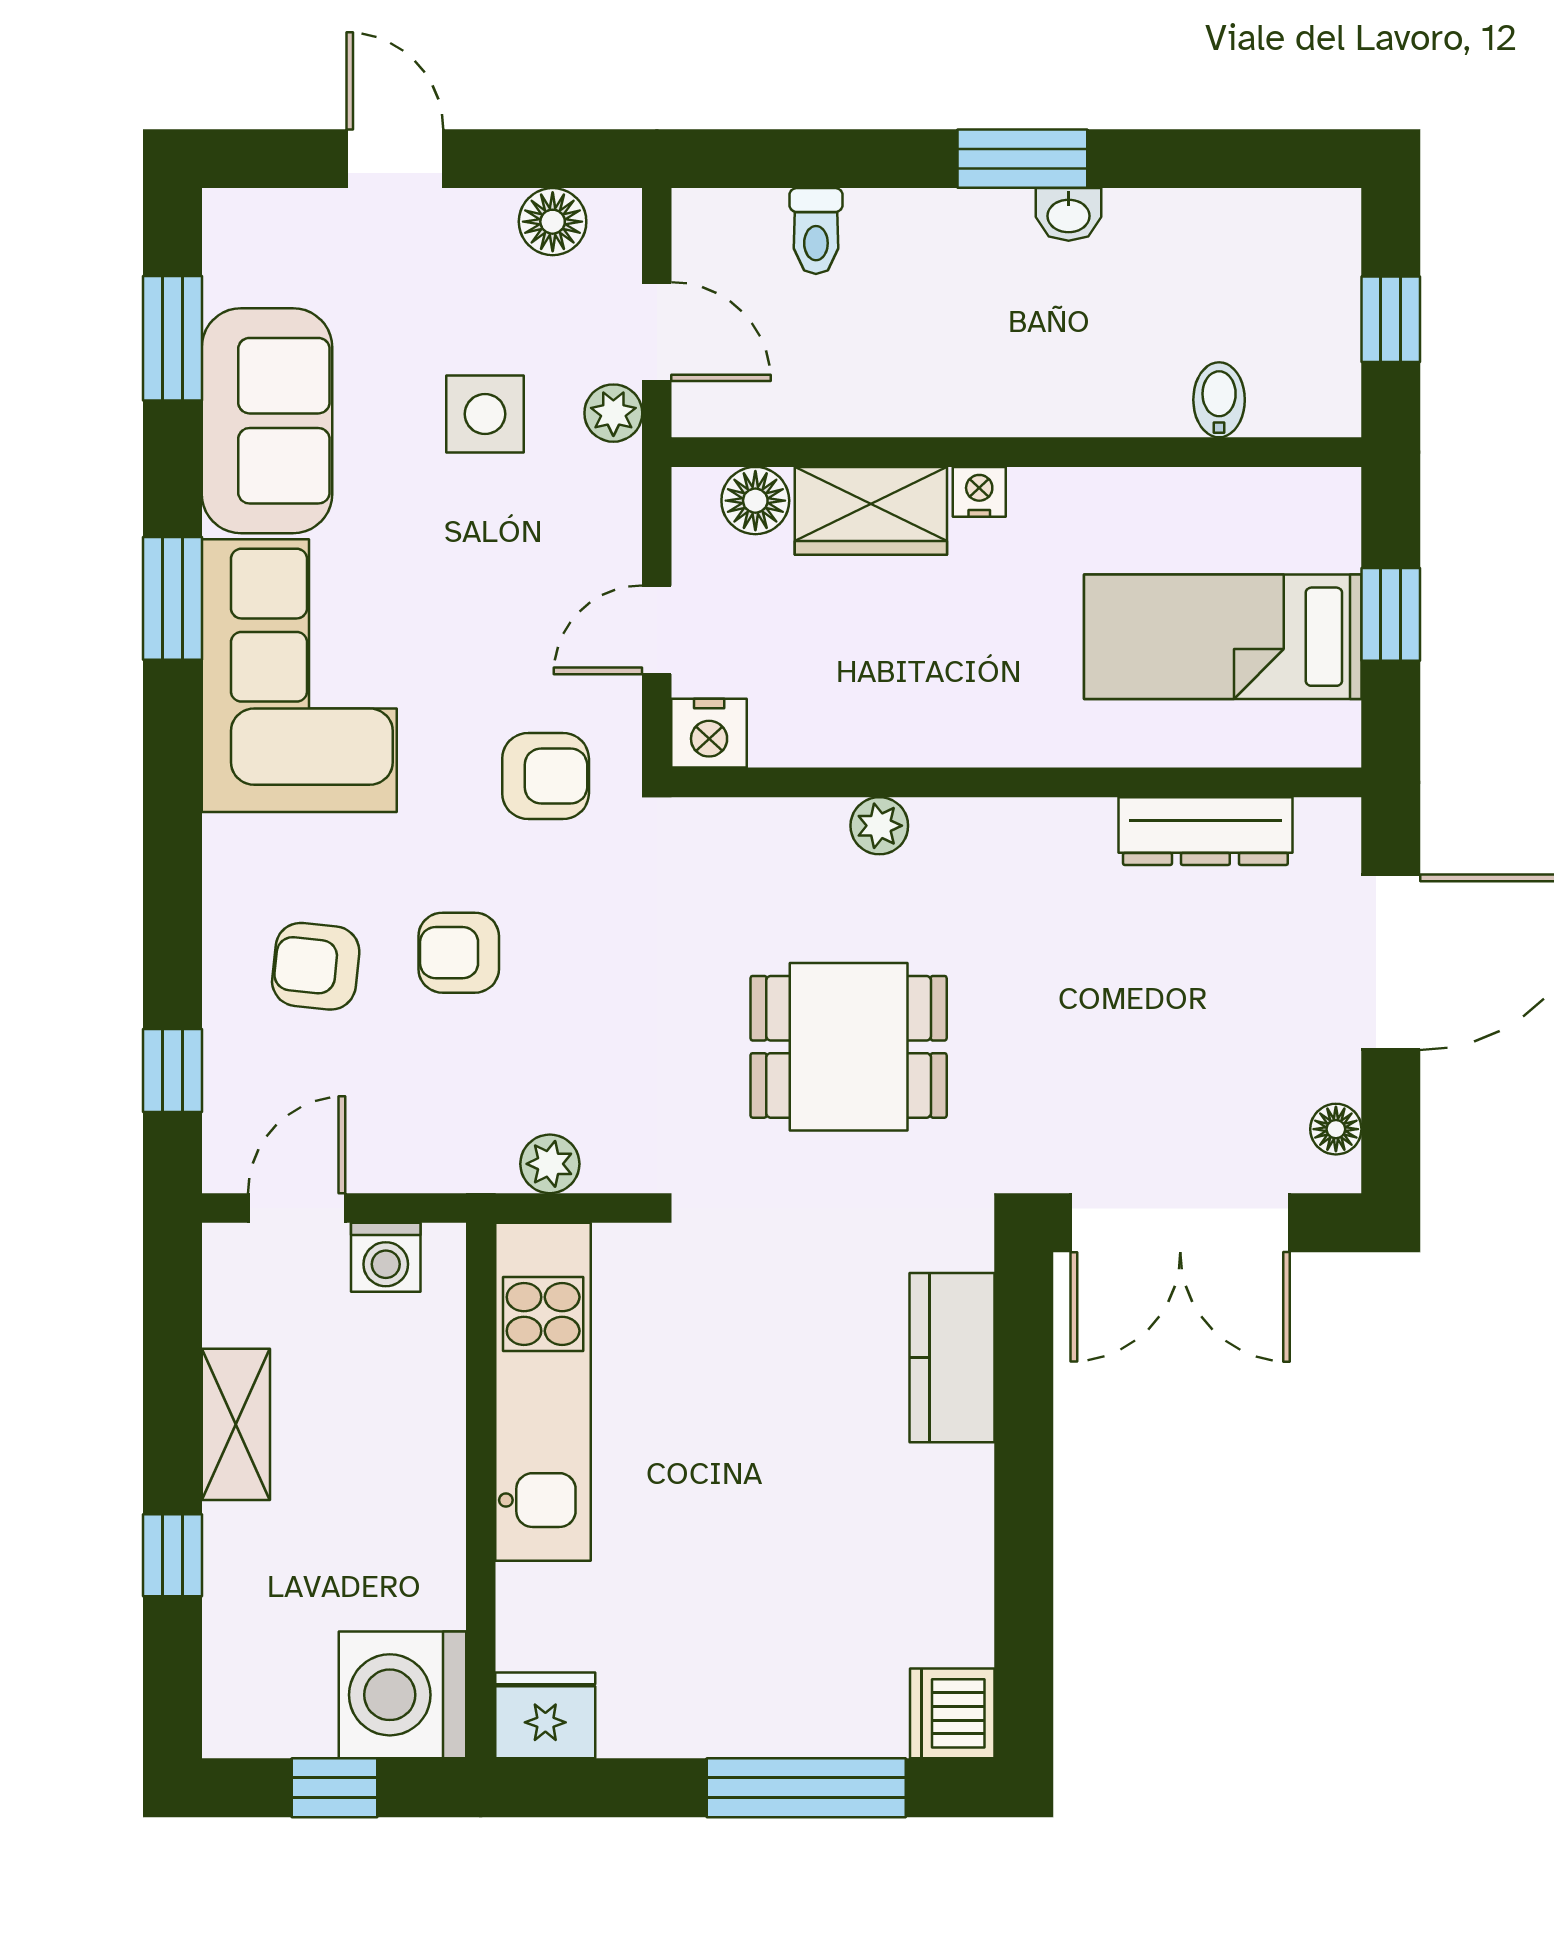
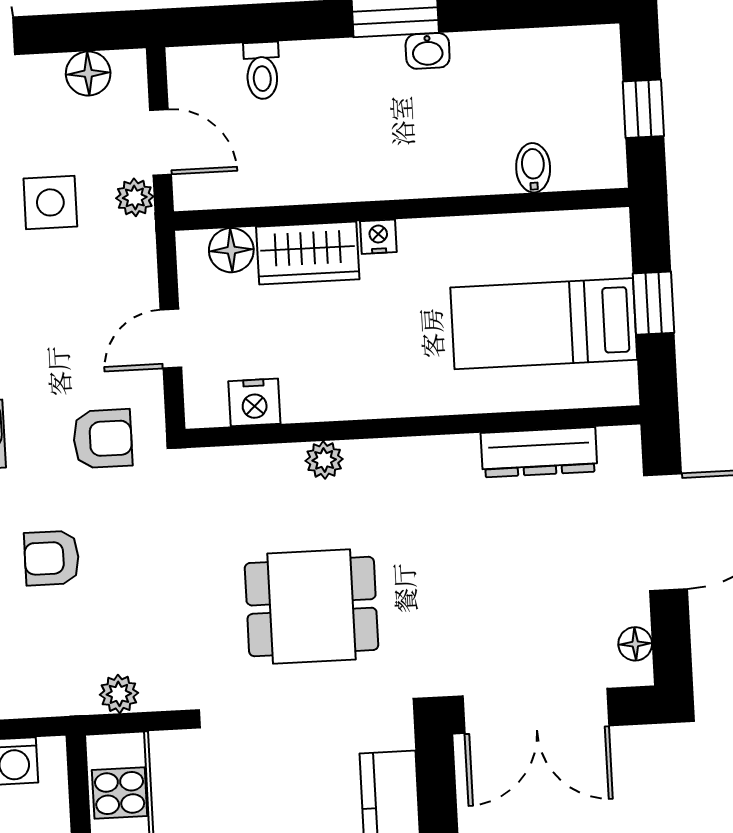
nightstand: (709, 733) -> (254, 402), moved

